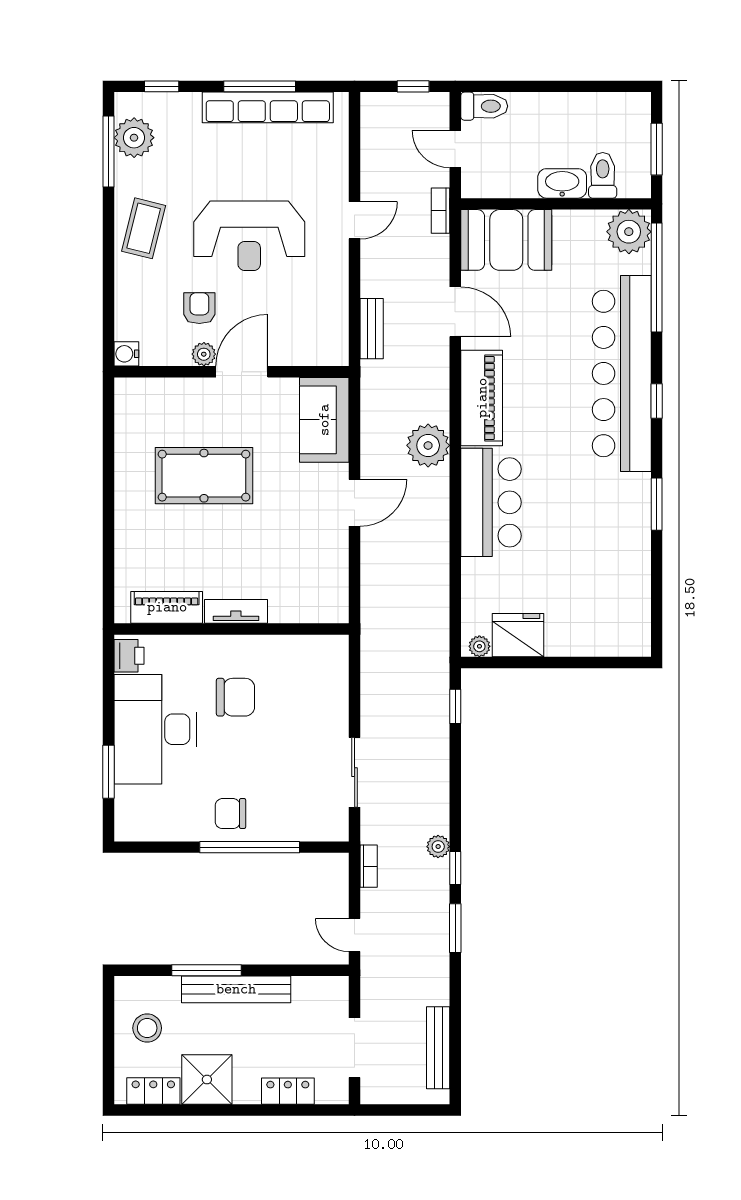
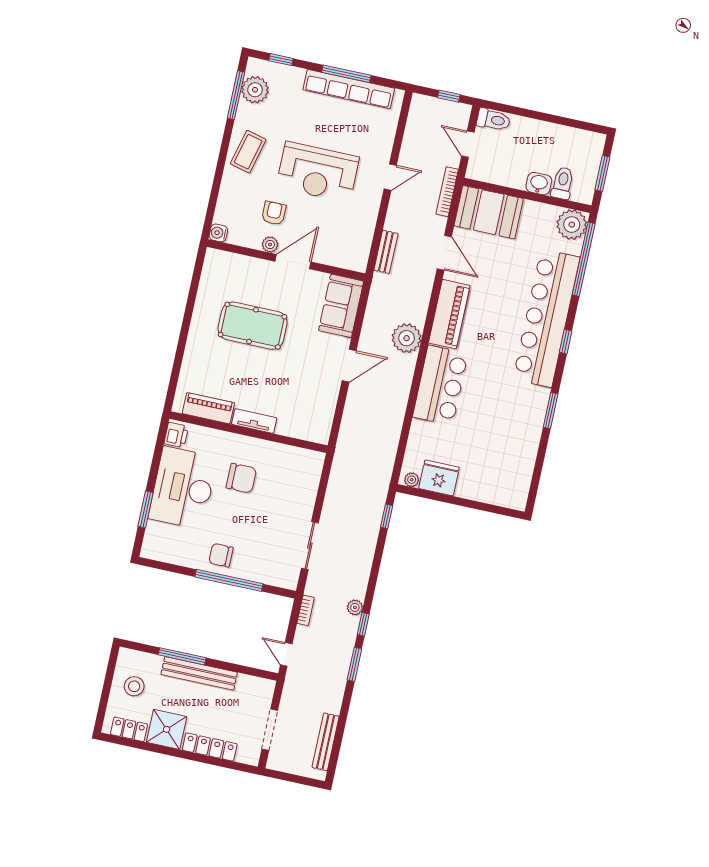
washbasin: (562, 183) -> (539, 184), width x0.72
bookcase: (440, 211) -> (447, 192), width x1.56
locker: (288, 1091) -> (210, 747), width x1.53

